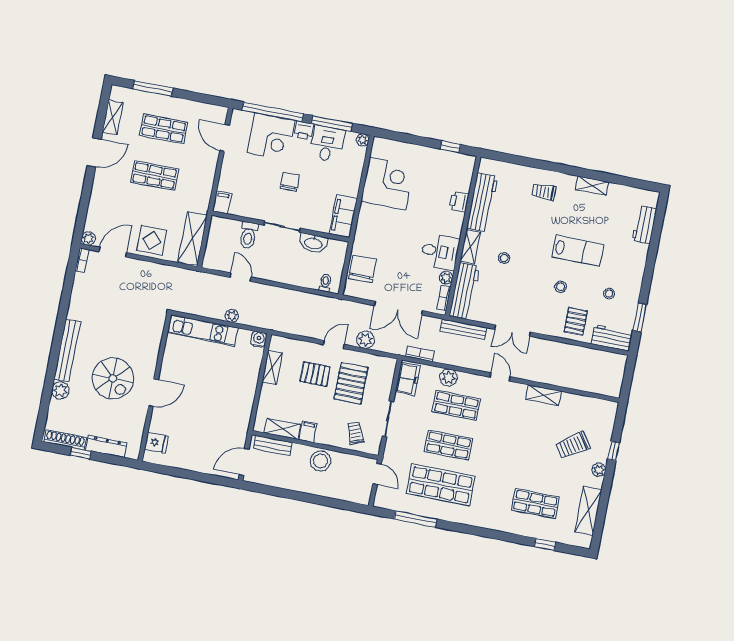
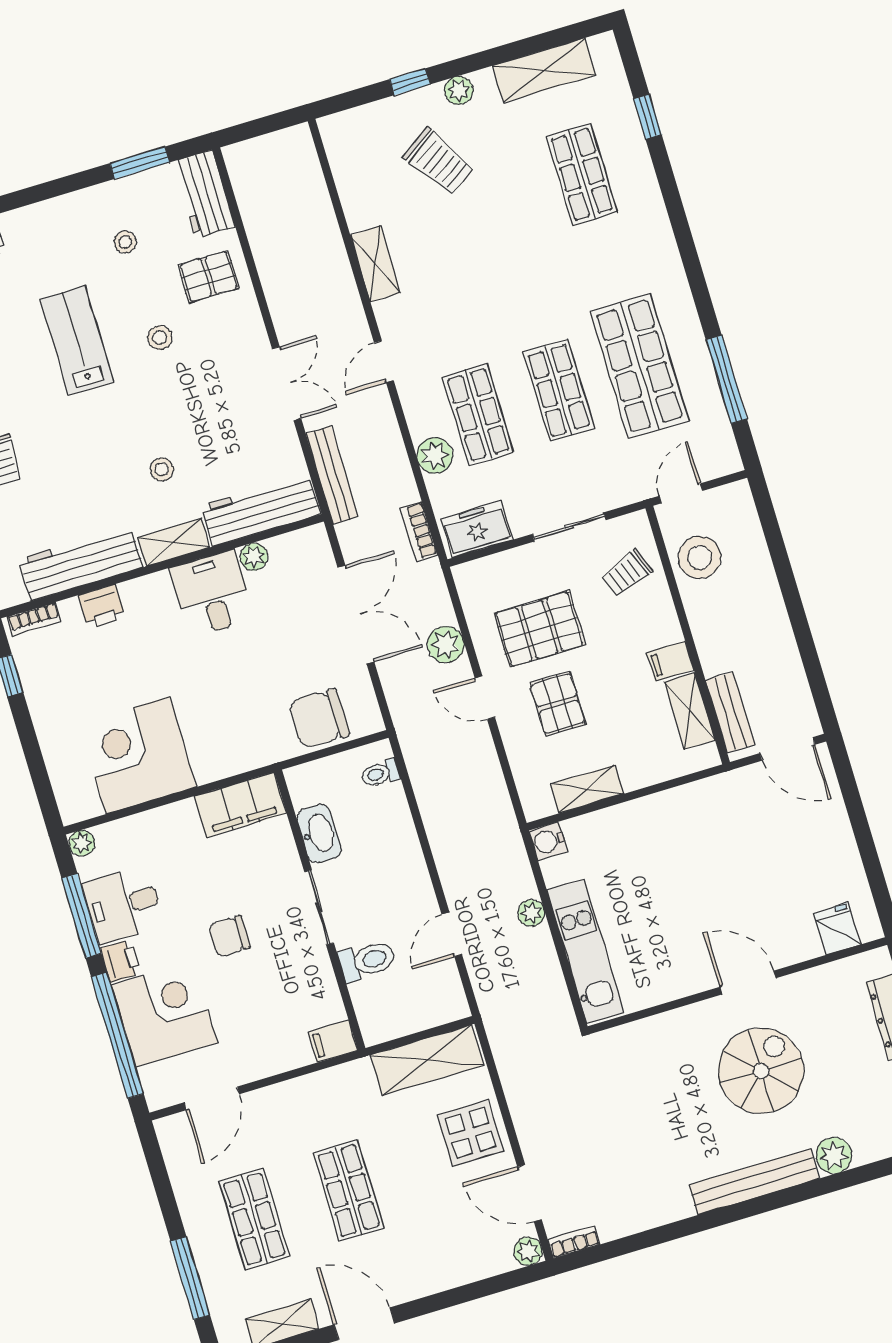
bookcase: (444, 298) -> (34, 619), moved
stool: (320, 461) -> (700, 558), moved

